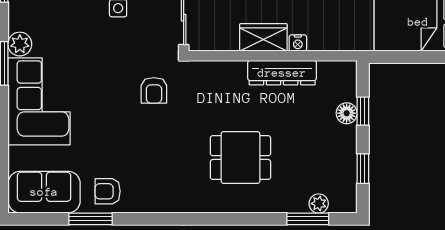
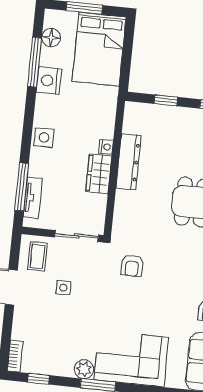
armchair: (154, 90) -> (132, 266), turned 90
floor lamp: (347, 113) -> (166, 114), removed

